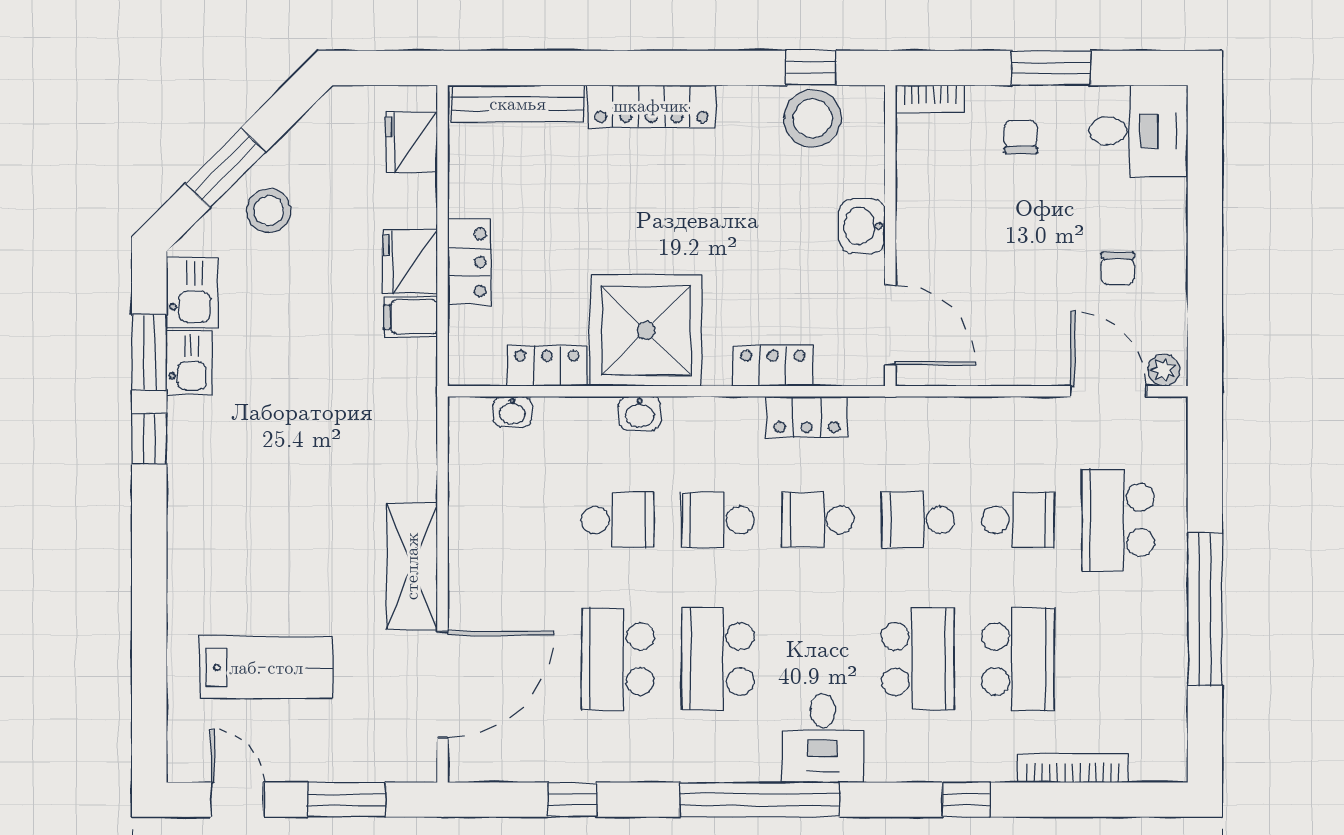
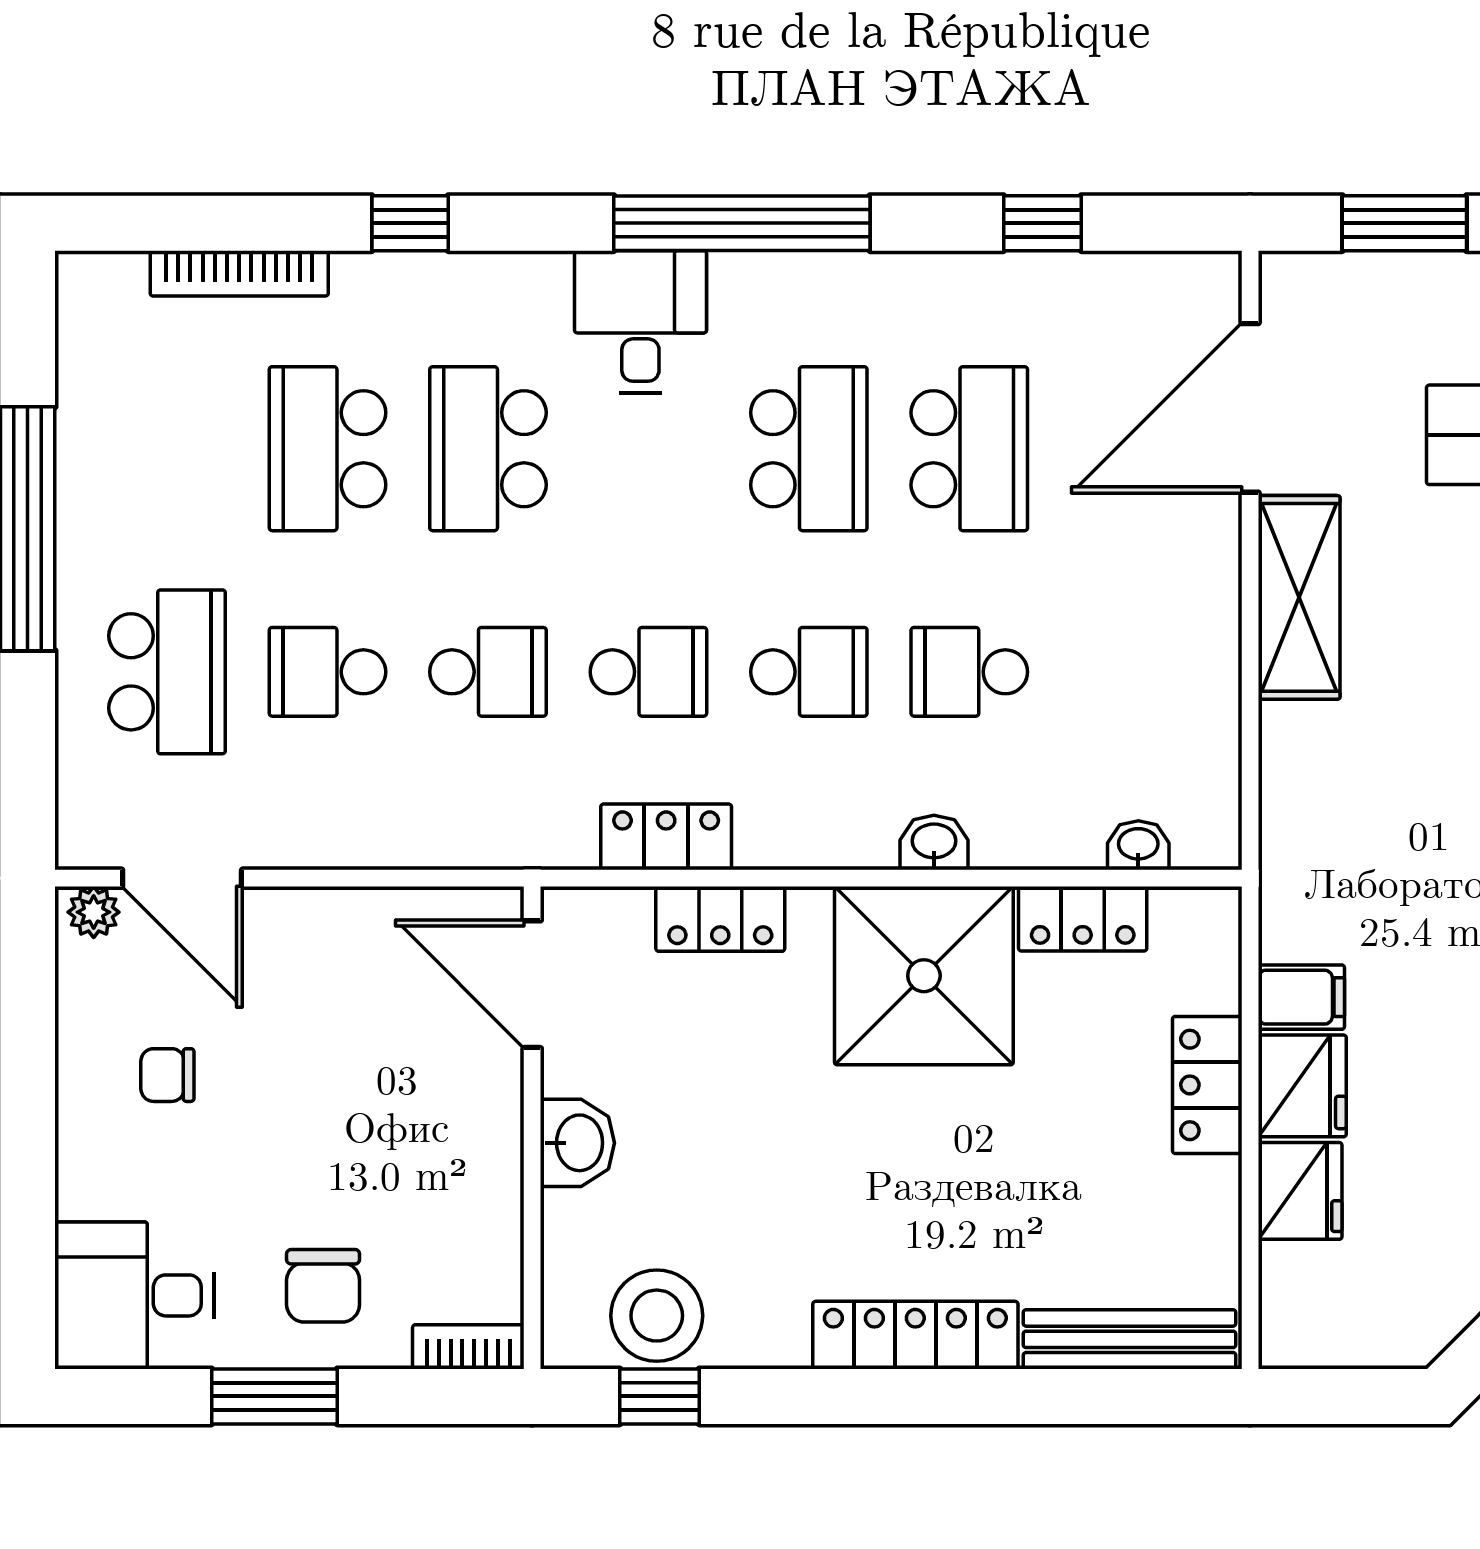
chair: (1021, 137) -> (323, 1286), width x1.37, depth x1.37
fridge: (411, 143) -> (1300, 1191), moved
chair: (1118, 268) -> (167, 1075), turned -90

